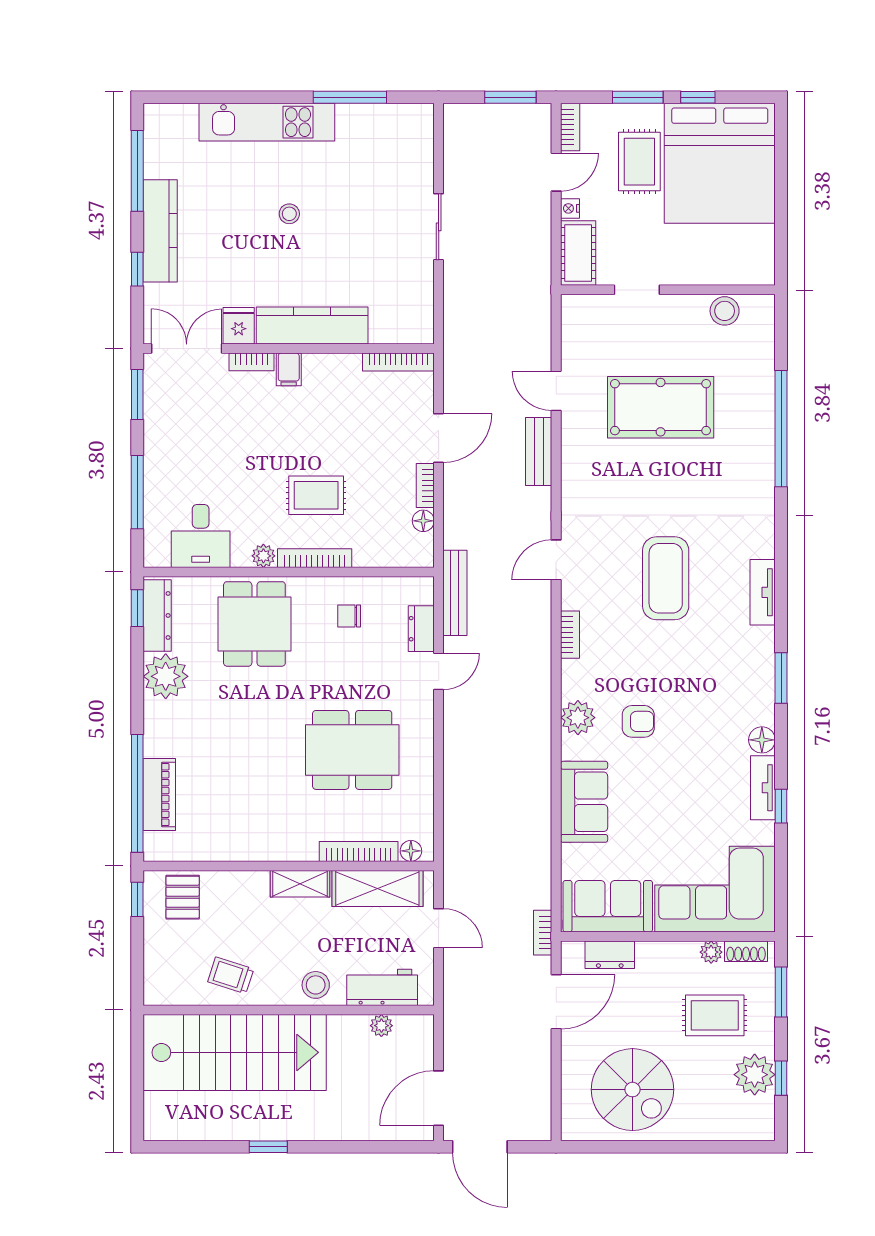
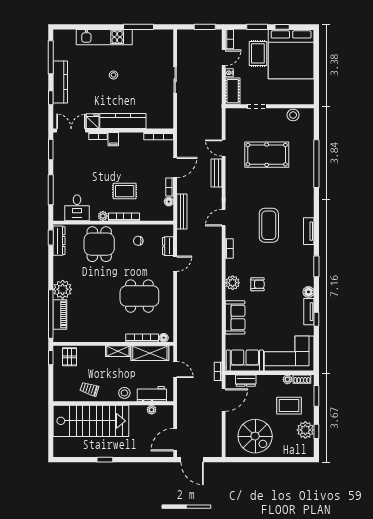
bench: (455, 593) -> (182, 212), moved
plant: (166, 676) -> (63, 289), moved

